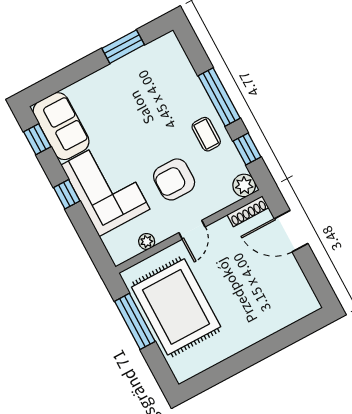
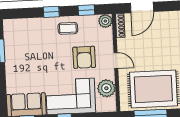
window: (219, 97) -> (51, 12), width x0.46
plant: (147, 241) -> (106, 88), width x1.88, depth x1.88

